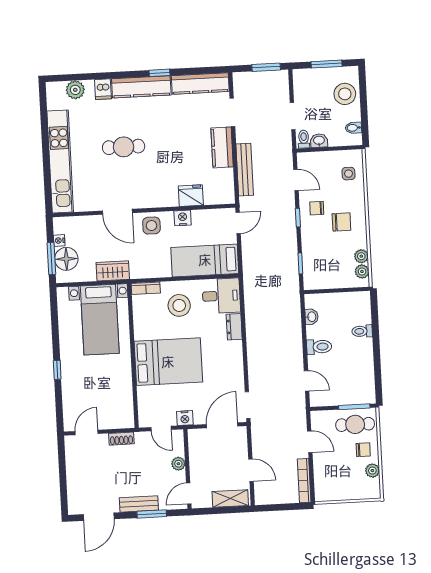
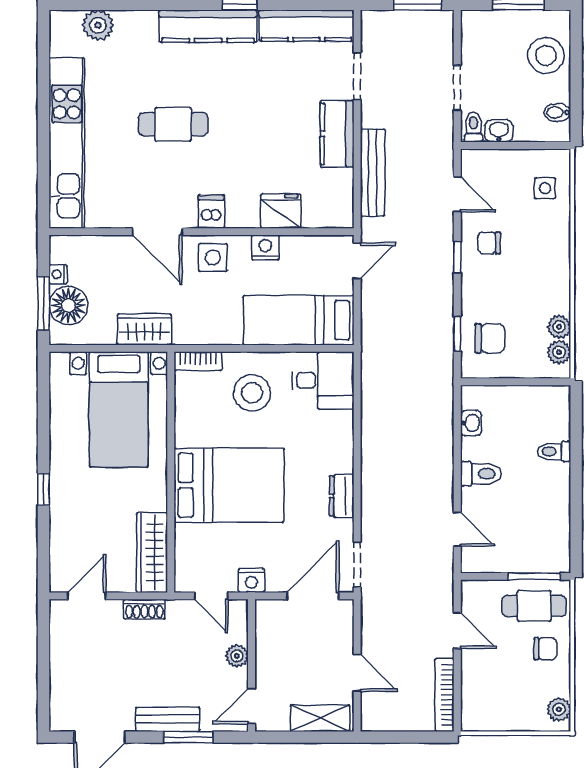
dishwasher: (103, 89) -> (211, 212), moved, turned 180
chair: (341, 222) -> (490, 338), moved
dresser: (234, 327) -> (342, 496), moved
wardrobe: (124, 404) -> (152, 553), added
plant: (372, 471) -> (559, 709), moved

